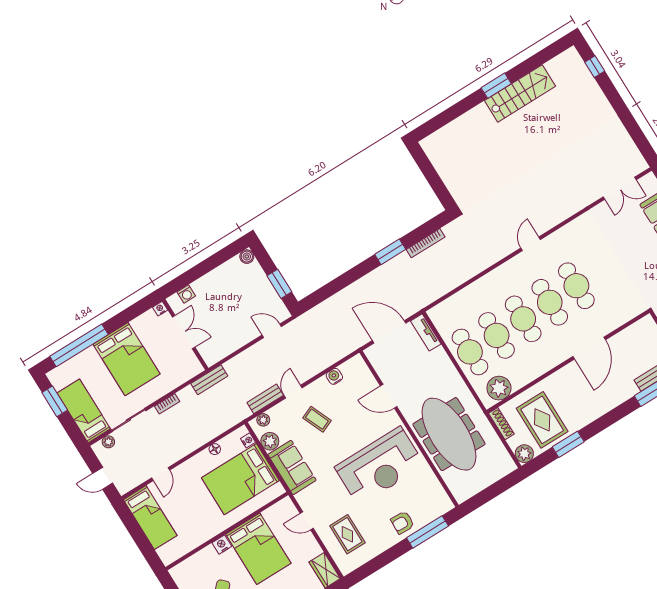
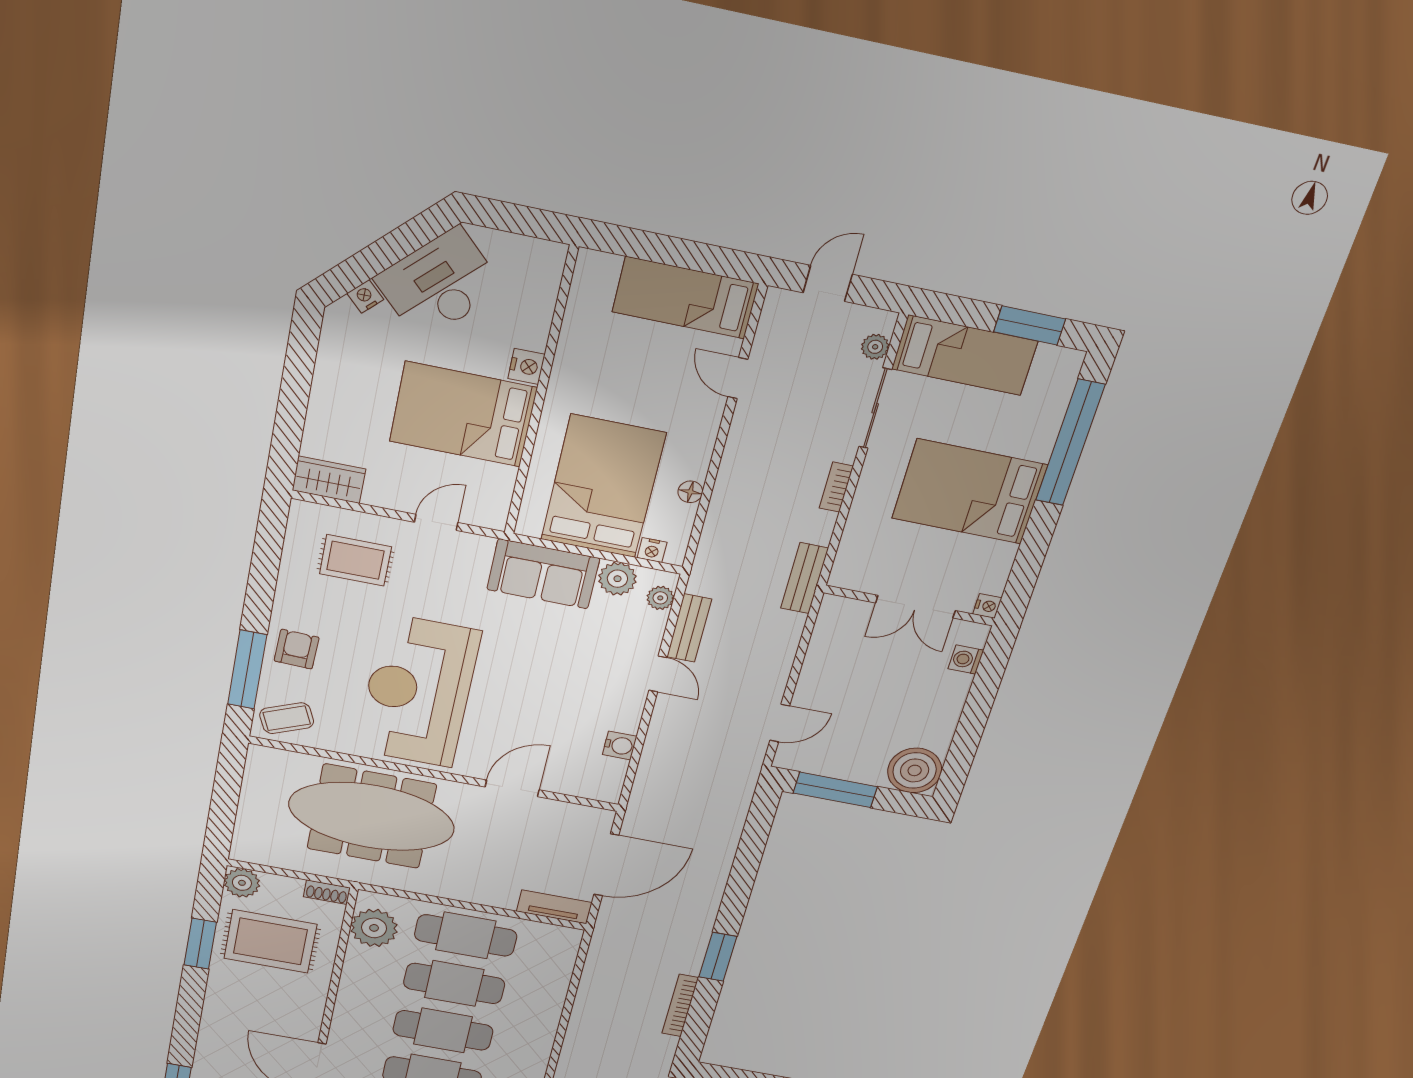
boiler: (247, 257) -> (915, 770), width x1.86, depth x1.86
window: (279, 284) -> (835, 790), width x1.44
coffee table: (317, 419) -> (287, 718), moved
shoe rack: (501, 424) -> (327, 892), width x0.70

